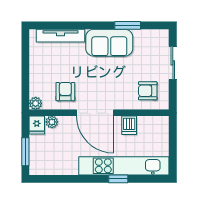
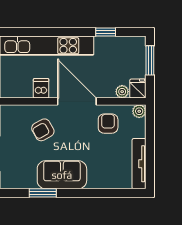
tv unit: (60, 36) -> (139, 164), moved, turned -90
armchair: (148, 91) -> (43, 130), moved, turned 151
armchair: (65, 92) -> (108, 124), turned 180
window: (118, 179) -> (106, 32), moved

